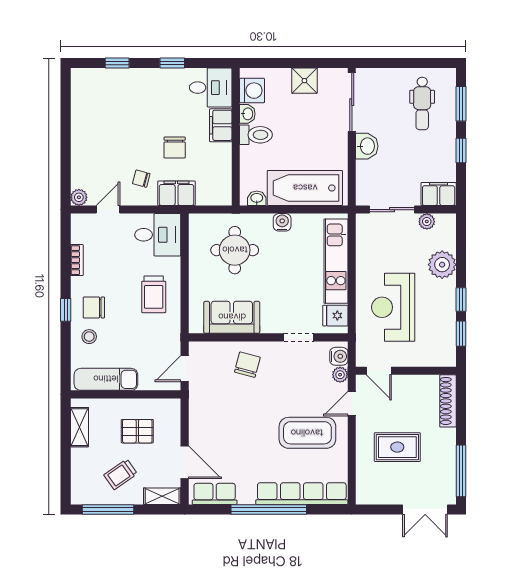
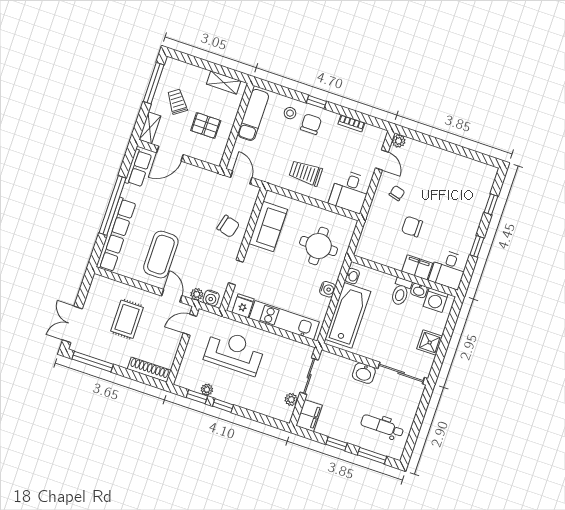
filing cabinet: (177, 193) -> (377, 216), removed
plant: (442, 265) -> (207, 390), moved, width x0.53, depth x0.53
pallet: (137, 431) -> (206, 126), turned 90

